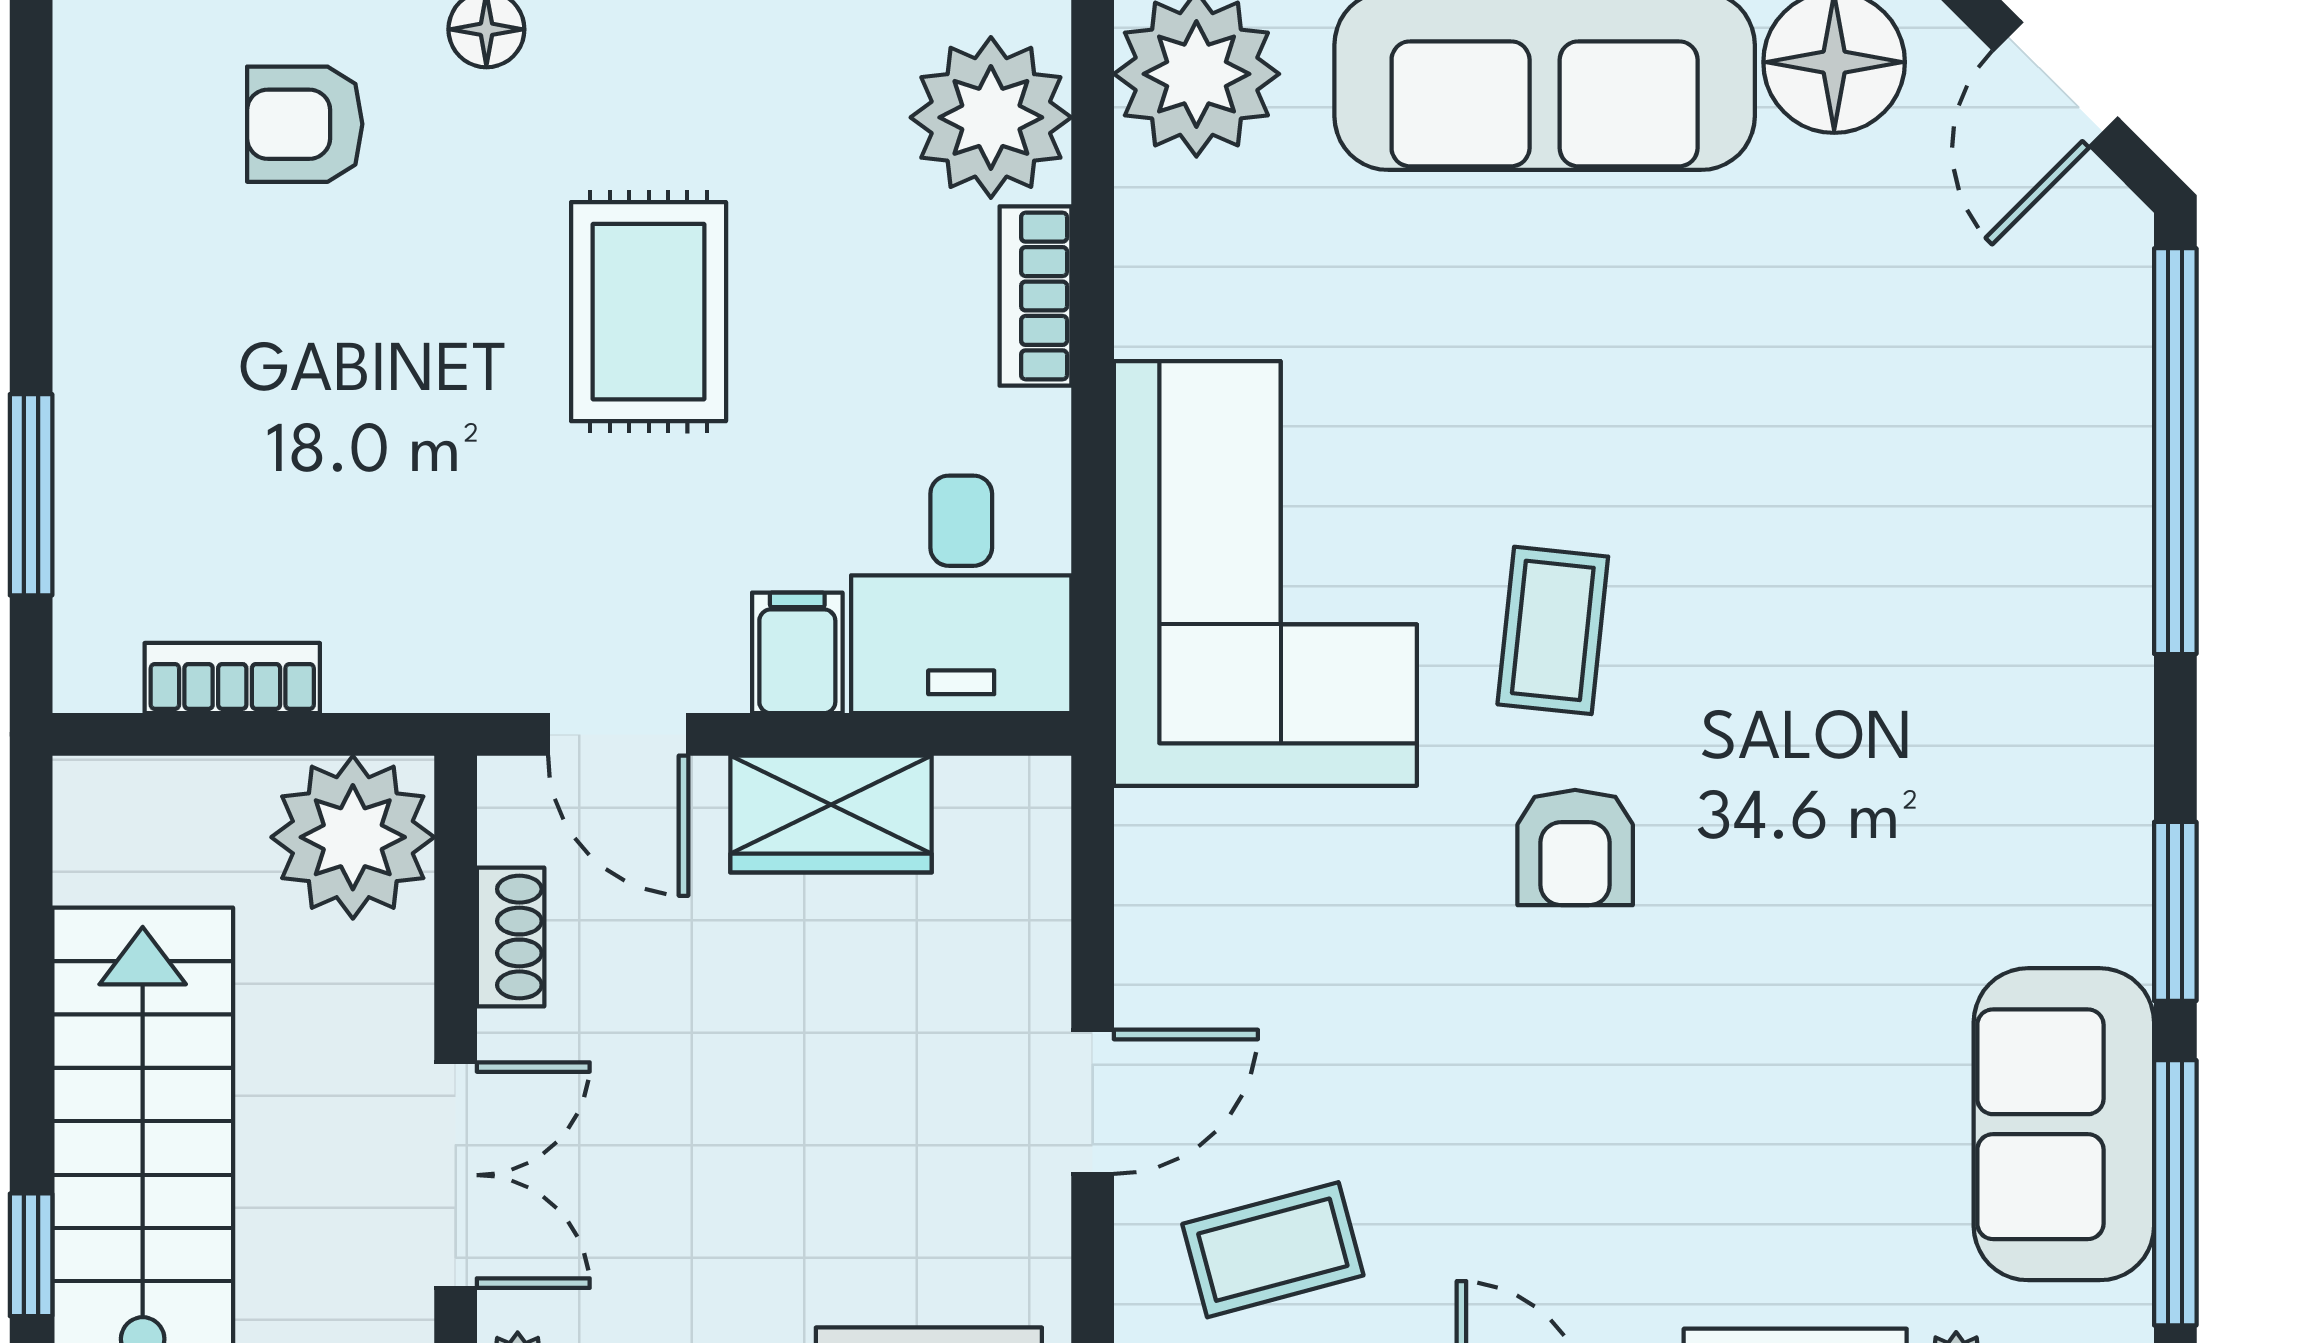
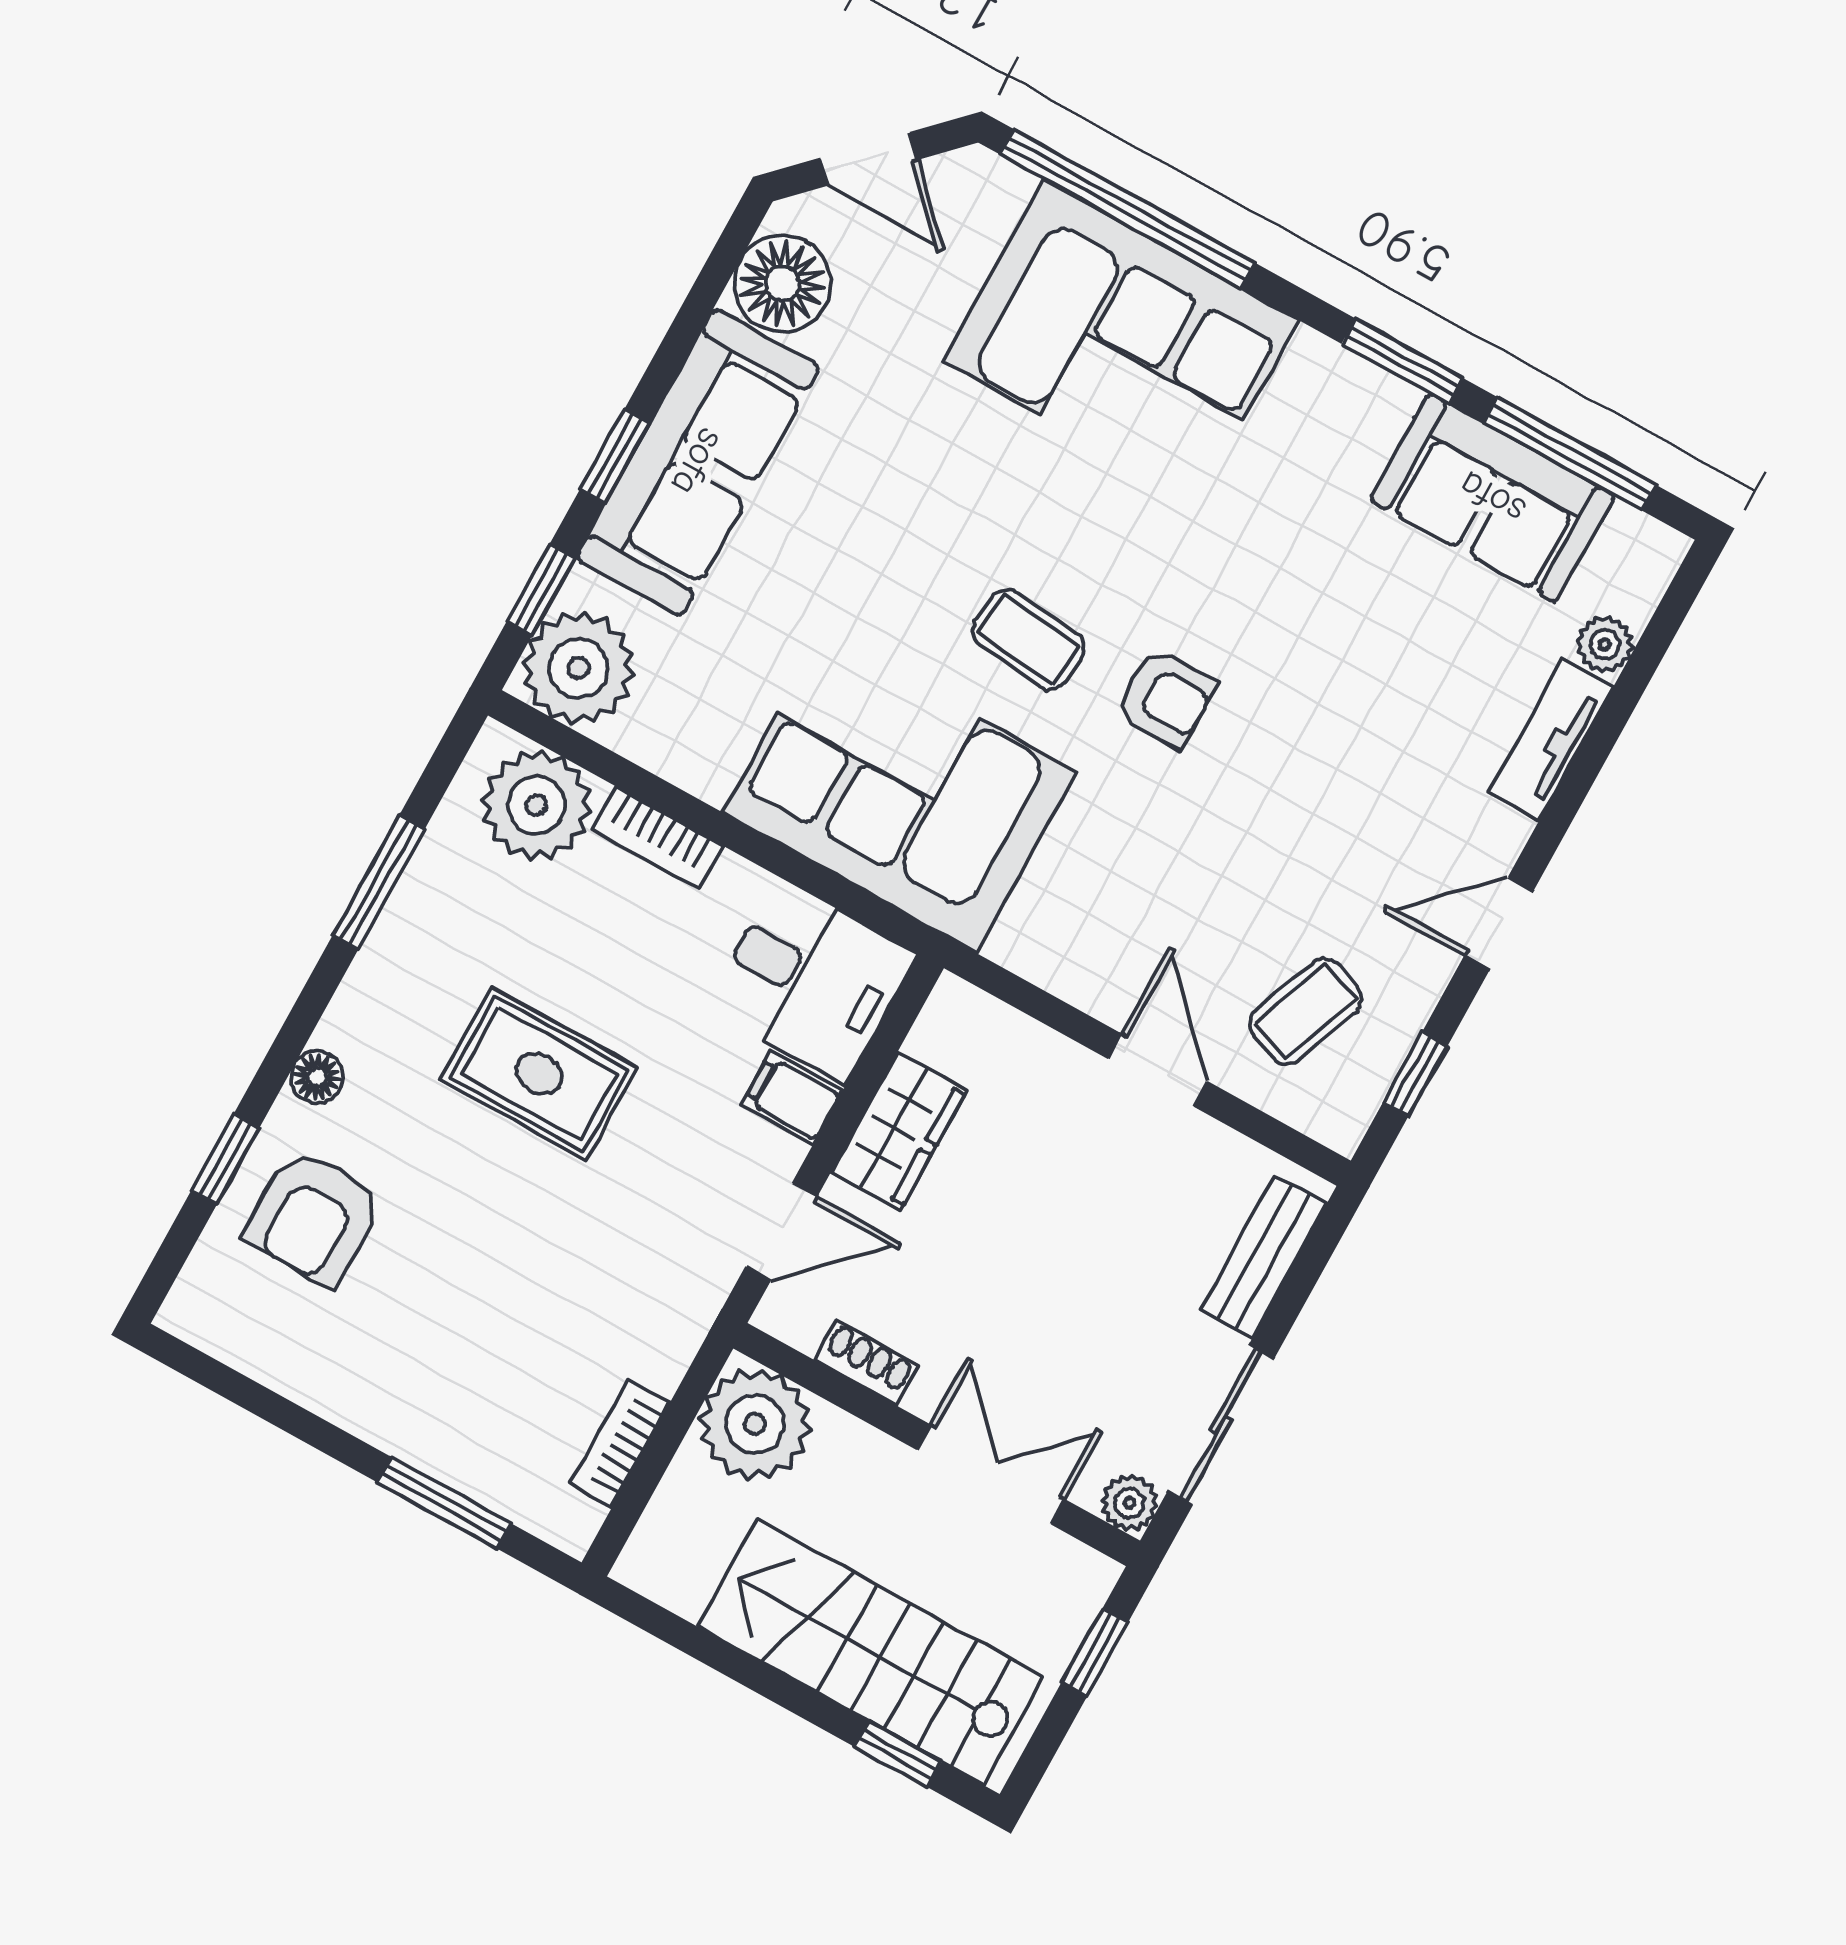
armchair: (305, 124) -> (314, 1217), width x1.38, depth x1.38
corner sofa: (2002, 537) -> (1121, 341), added
coffee table: (1273, 1250) -> (1306, 1011), turned 36

